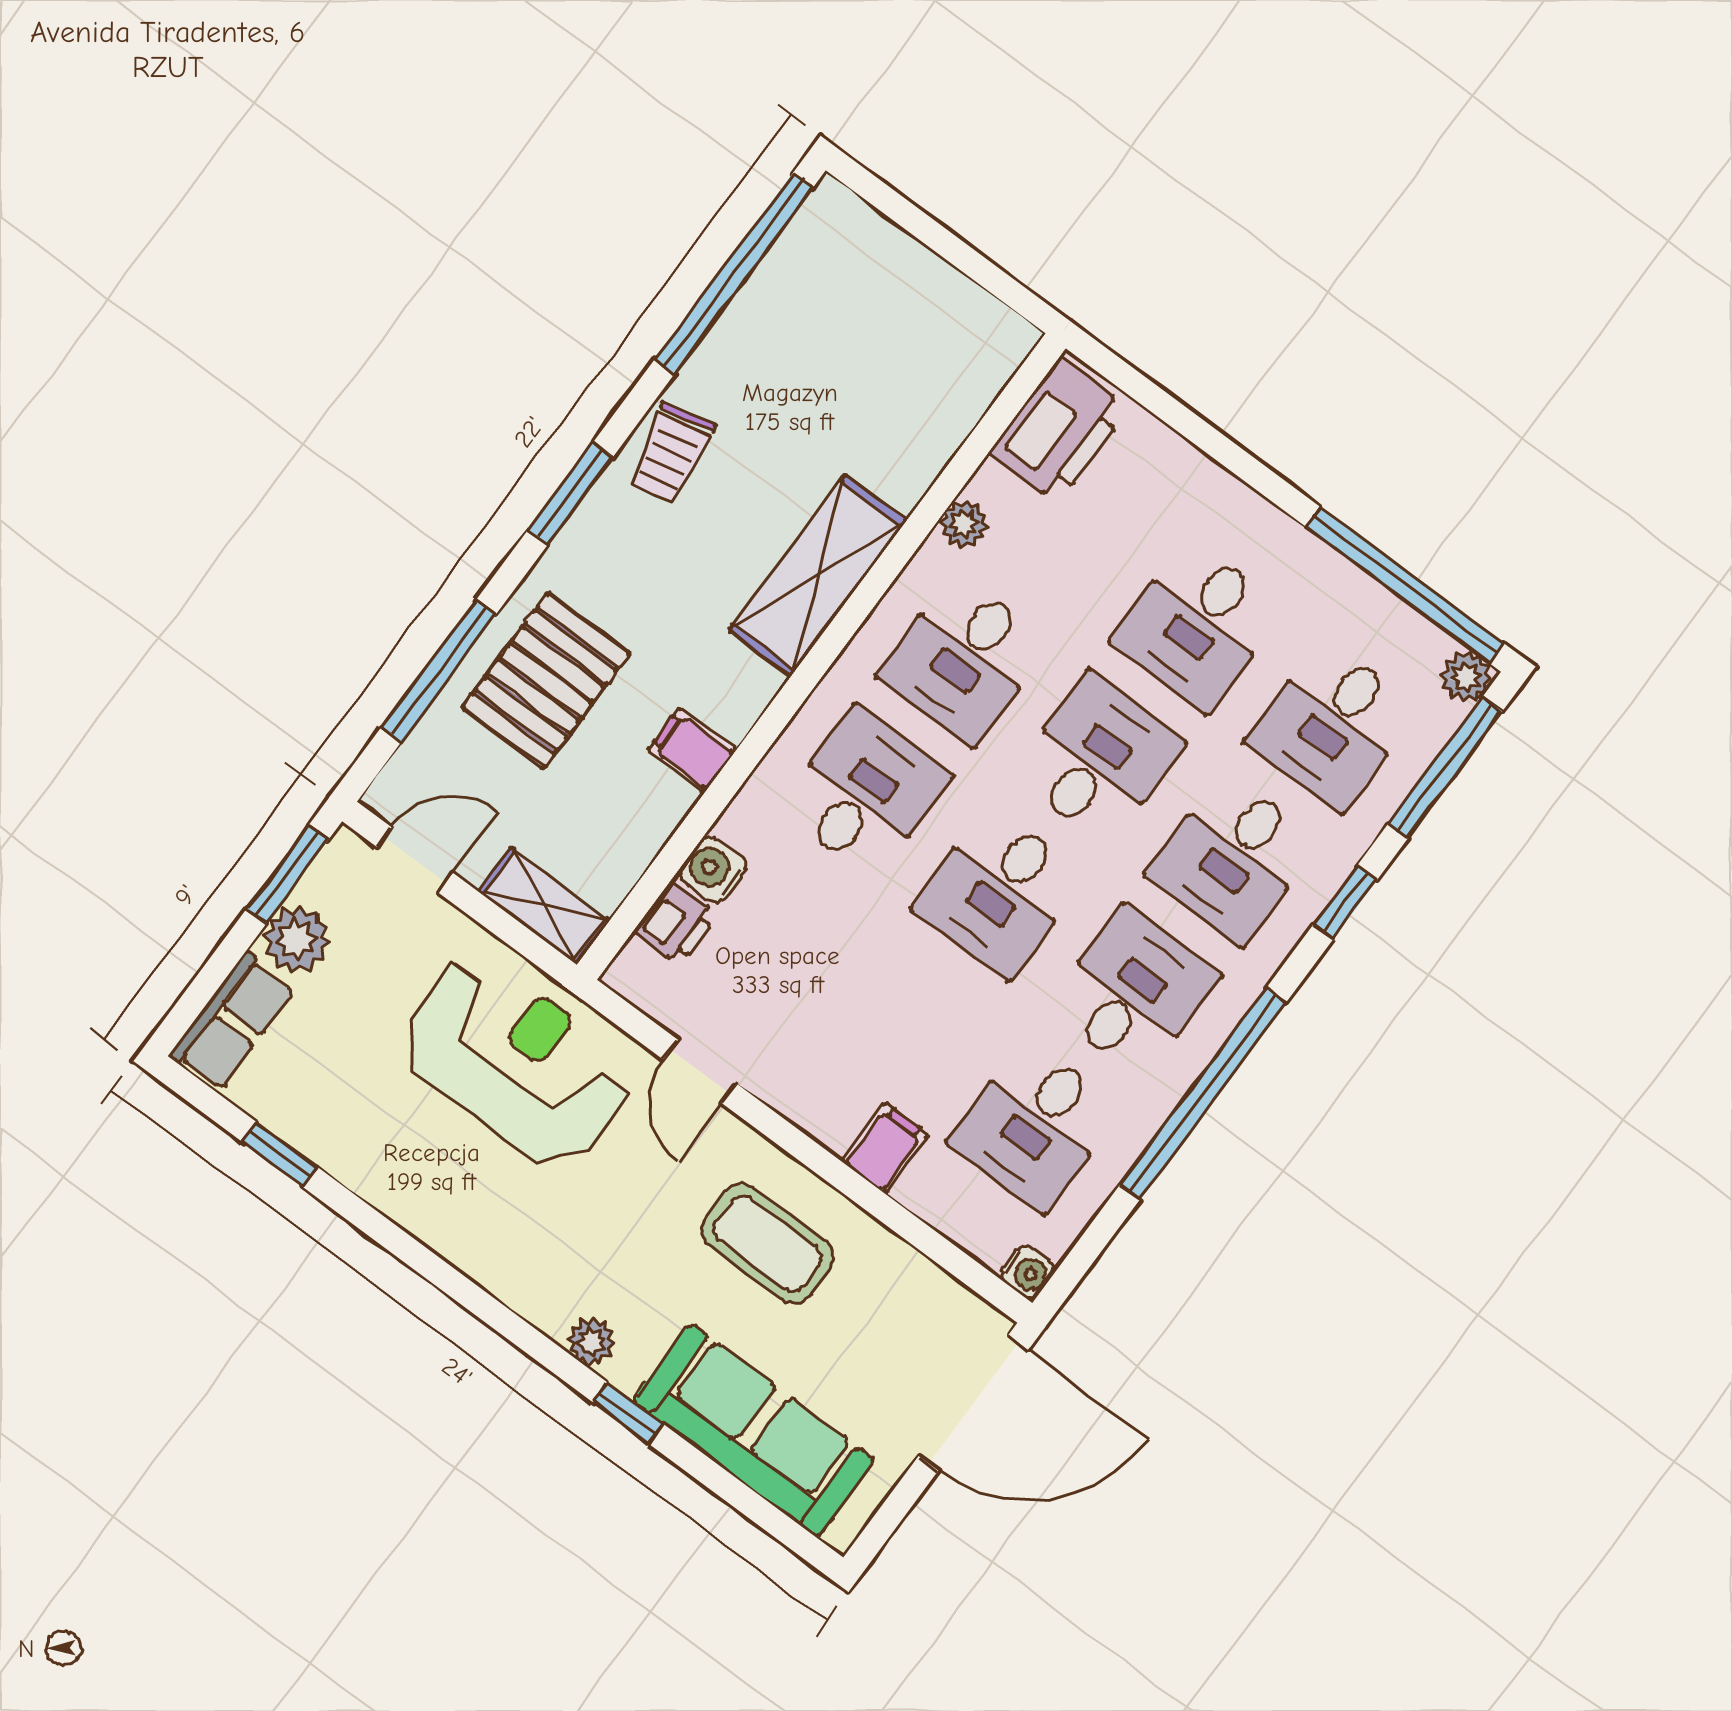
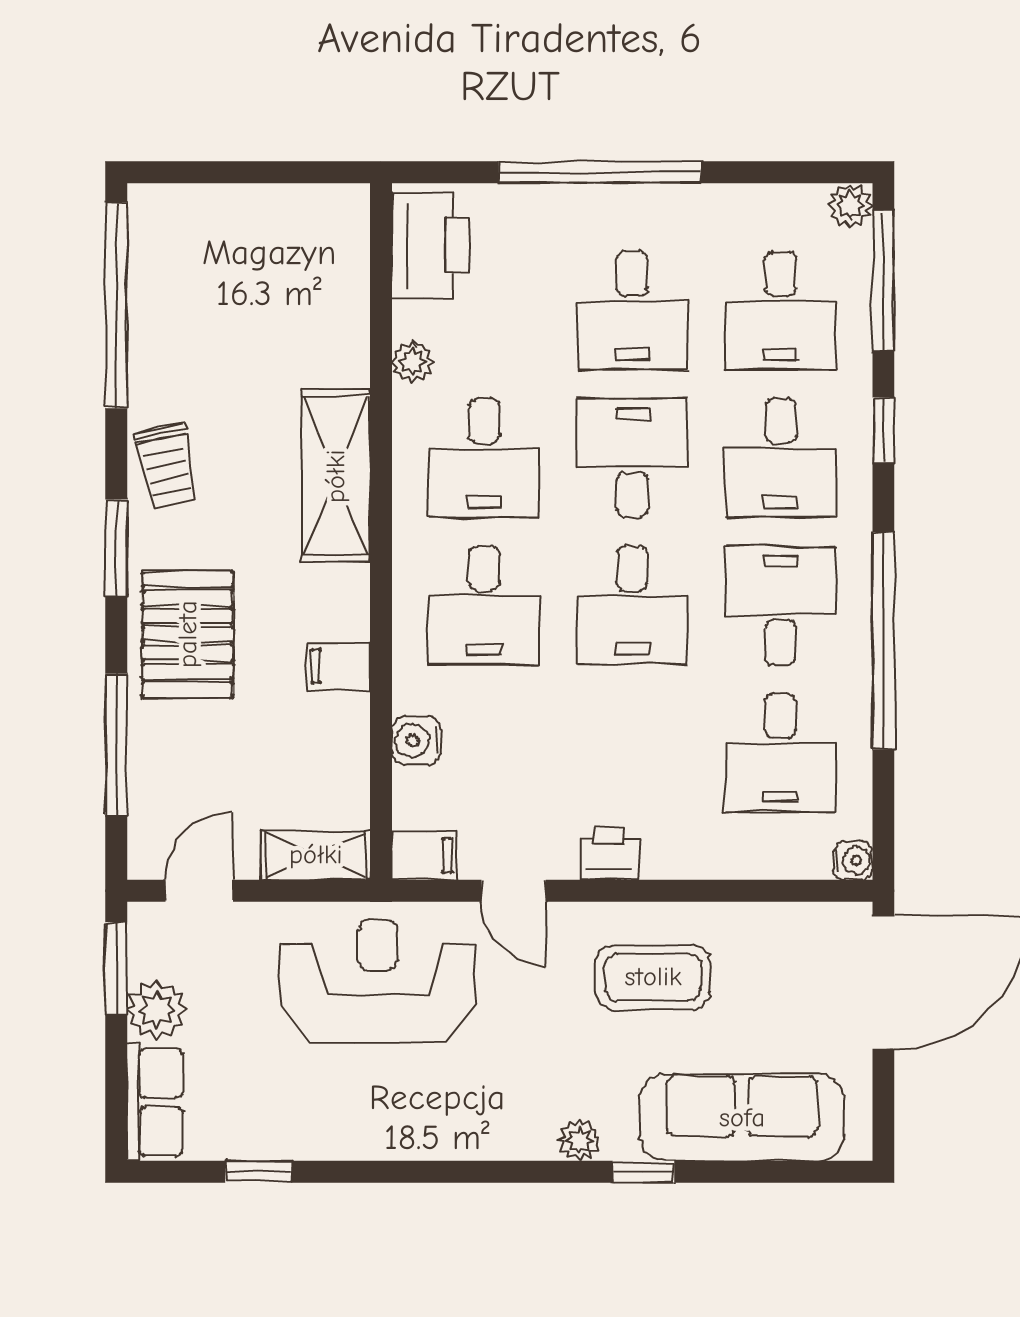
window: (1405, 585) -> (600, 172), moved
pallet: (546, 680) -> (188, 634), moved
desk: (865, 793) -> (484, 605), turned 180
printer: (675, 923) -> (609, 854), moved, turned -90
filing cabinet: (885, 1148) -> (424, 855), moved, turned 90

